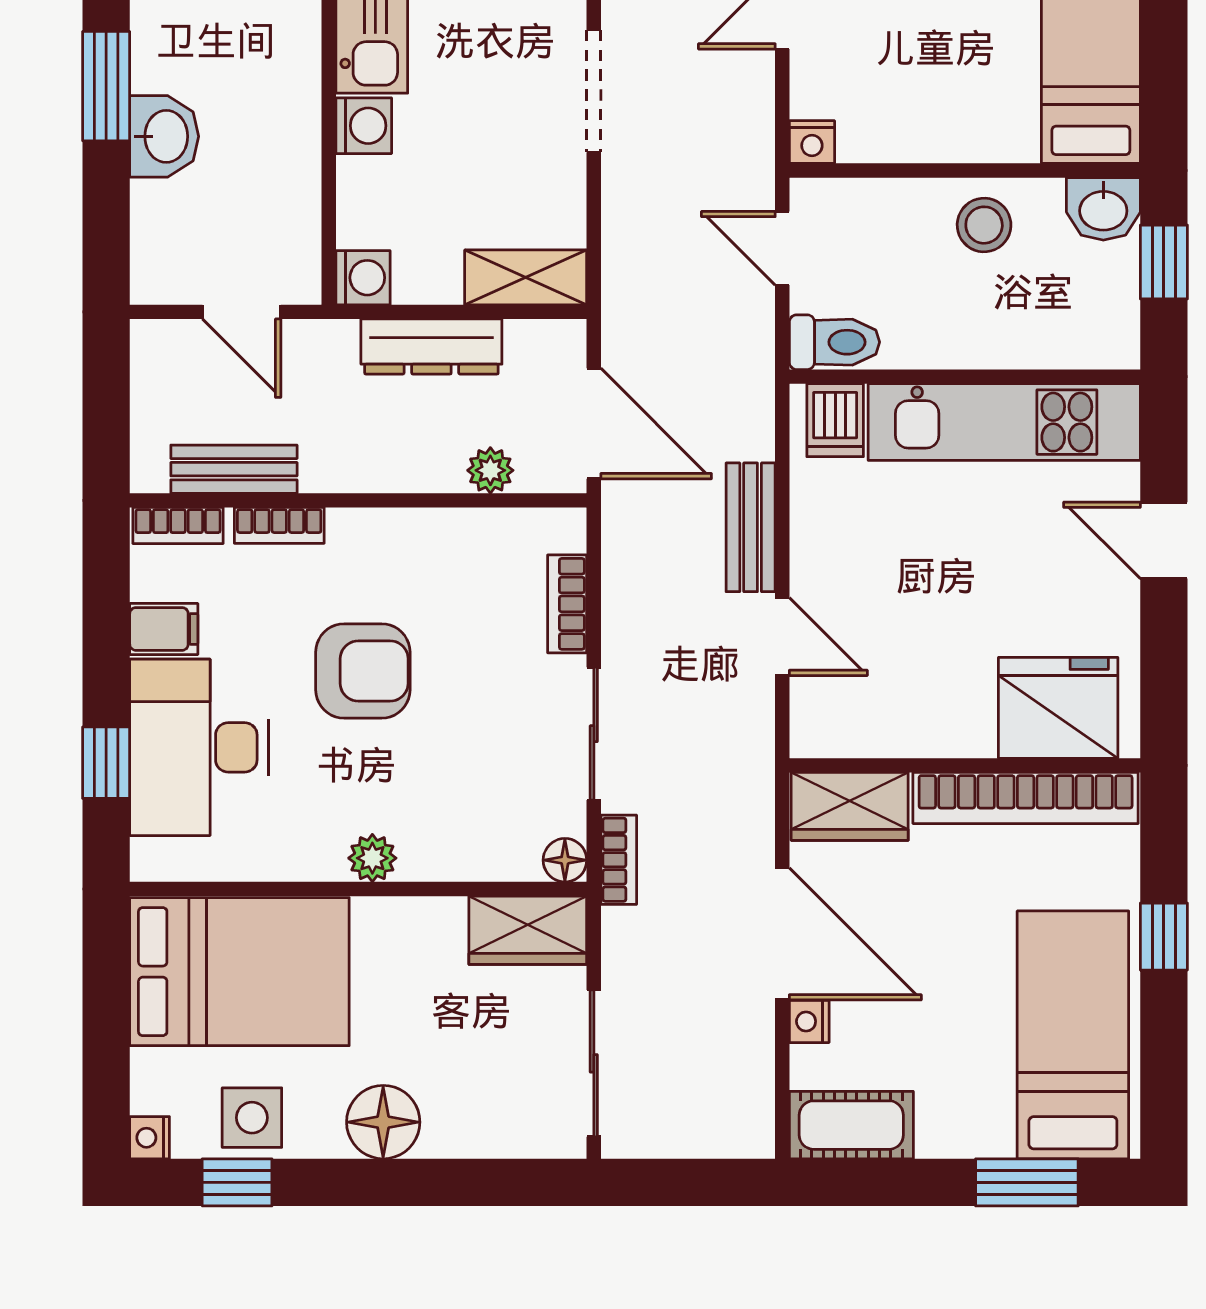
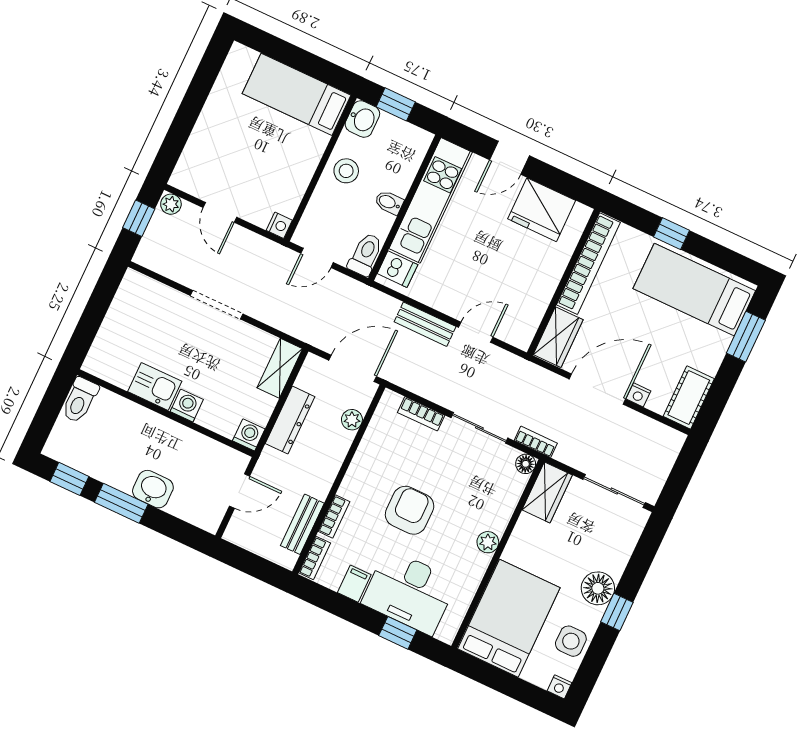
bidet: (961, 340) -> (389, 202), added
fridge: (1058, 708) -> (542, 210), moved, turned -90
window: (237, 1182) -> (617, 612), moved

